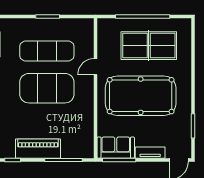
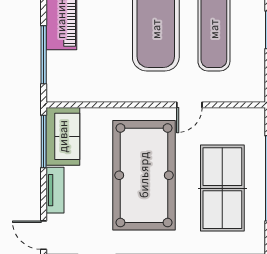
door: (96, 67) -> (189, 105), swing flipped

